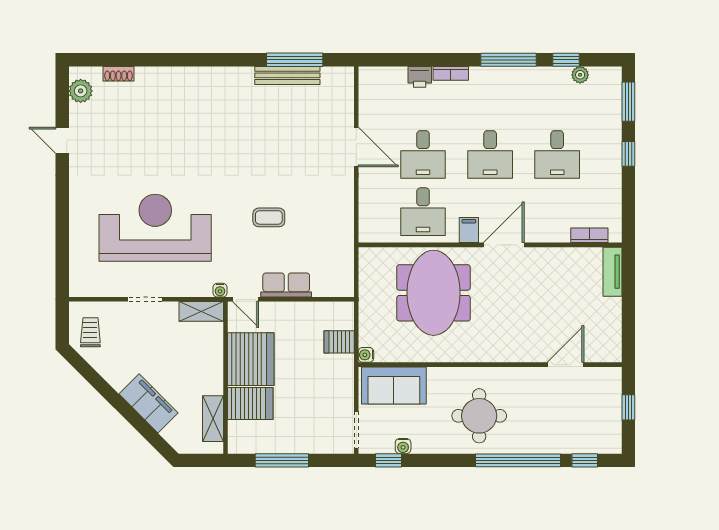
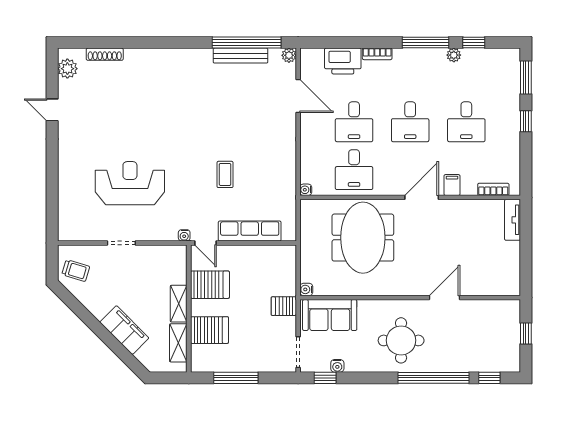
window: (295, 60) -> (247, 43), width x1.46
shoe rack: (119, 74) -> (105, 54), width x1.43
plant: (345, 75) -> (289, 55), added
plant: (580, 75) -> (454, 55), moved
printer: (420, 77) -> (343, 61), width x1.87, depth x1.48
door: (356, 147) -> (298, 96), moved
coffee table: (269, 217) -> (225, 174), turned 90
reception desk: (155, 228) -> (130, 183), width x0.74, depth x0.77
filing cabinet: (469, 230) -> (452, 185), moved
water cooler: (365, 236) -> (306, 190), added
row of seats: (286, 285) -> (250, 231), width x1.48
shelving: (201, 311) -> (179, 304), moved, turned 90
trolley: (90, 332) -> (76, 271), turned 107
server rack: (339, 342) -> (284, 306), moved
server rack: (251, 359) -> (210, 285), width x0.62
door: (566, 365) -> (444, 298), moved

